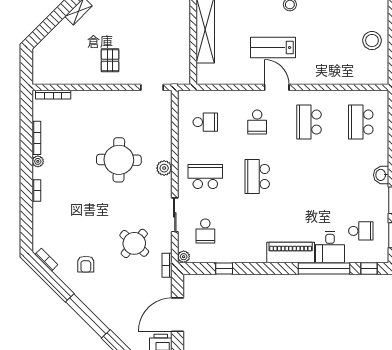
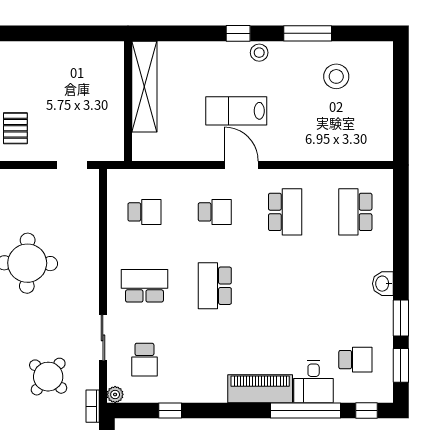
stool: (372, 41) -> (336, 76), moved
school desk: (257, 122) -> (215, 212), turned -90
school desk: (309, 122) -> (285, 212), turned 180
plant: (164, 168) -> (89, 274), removed

